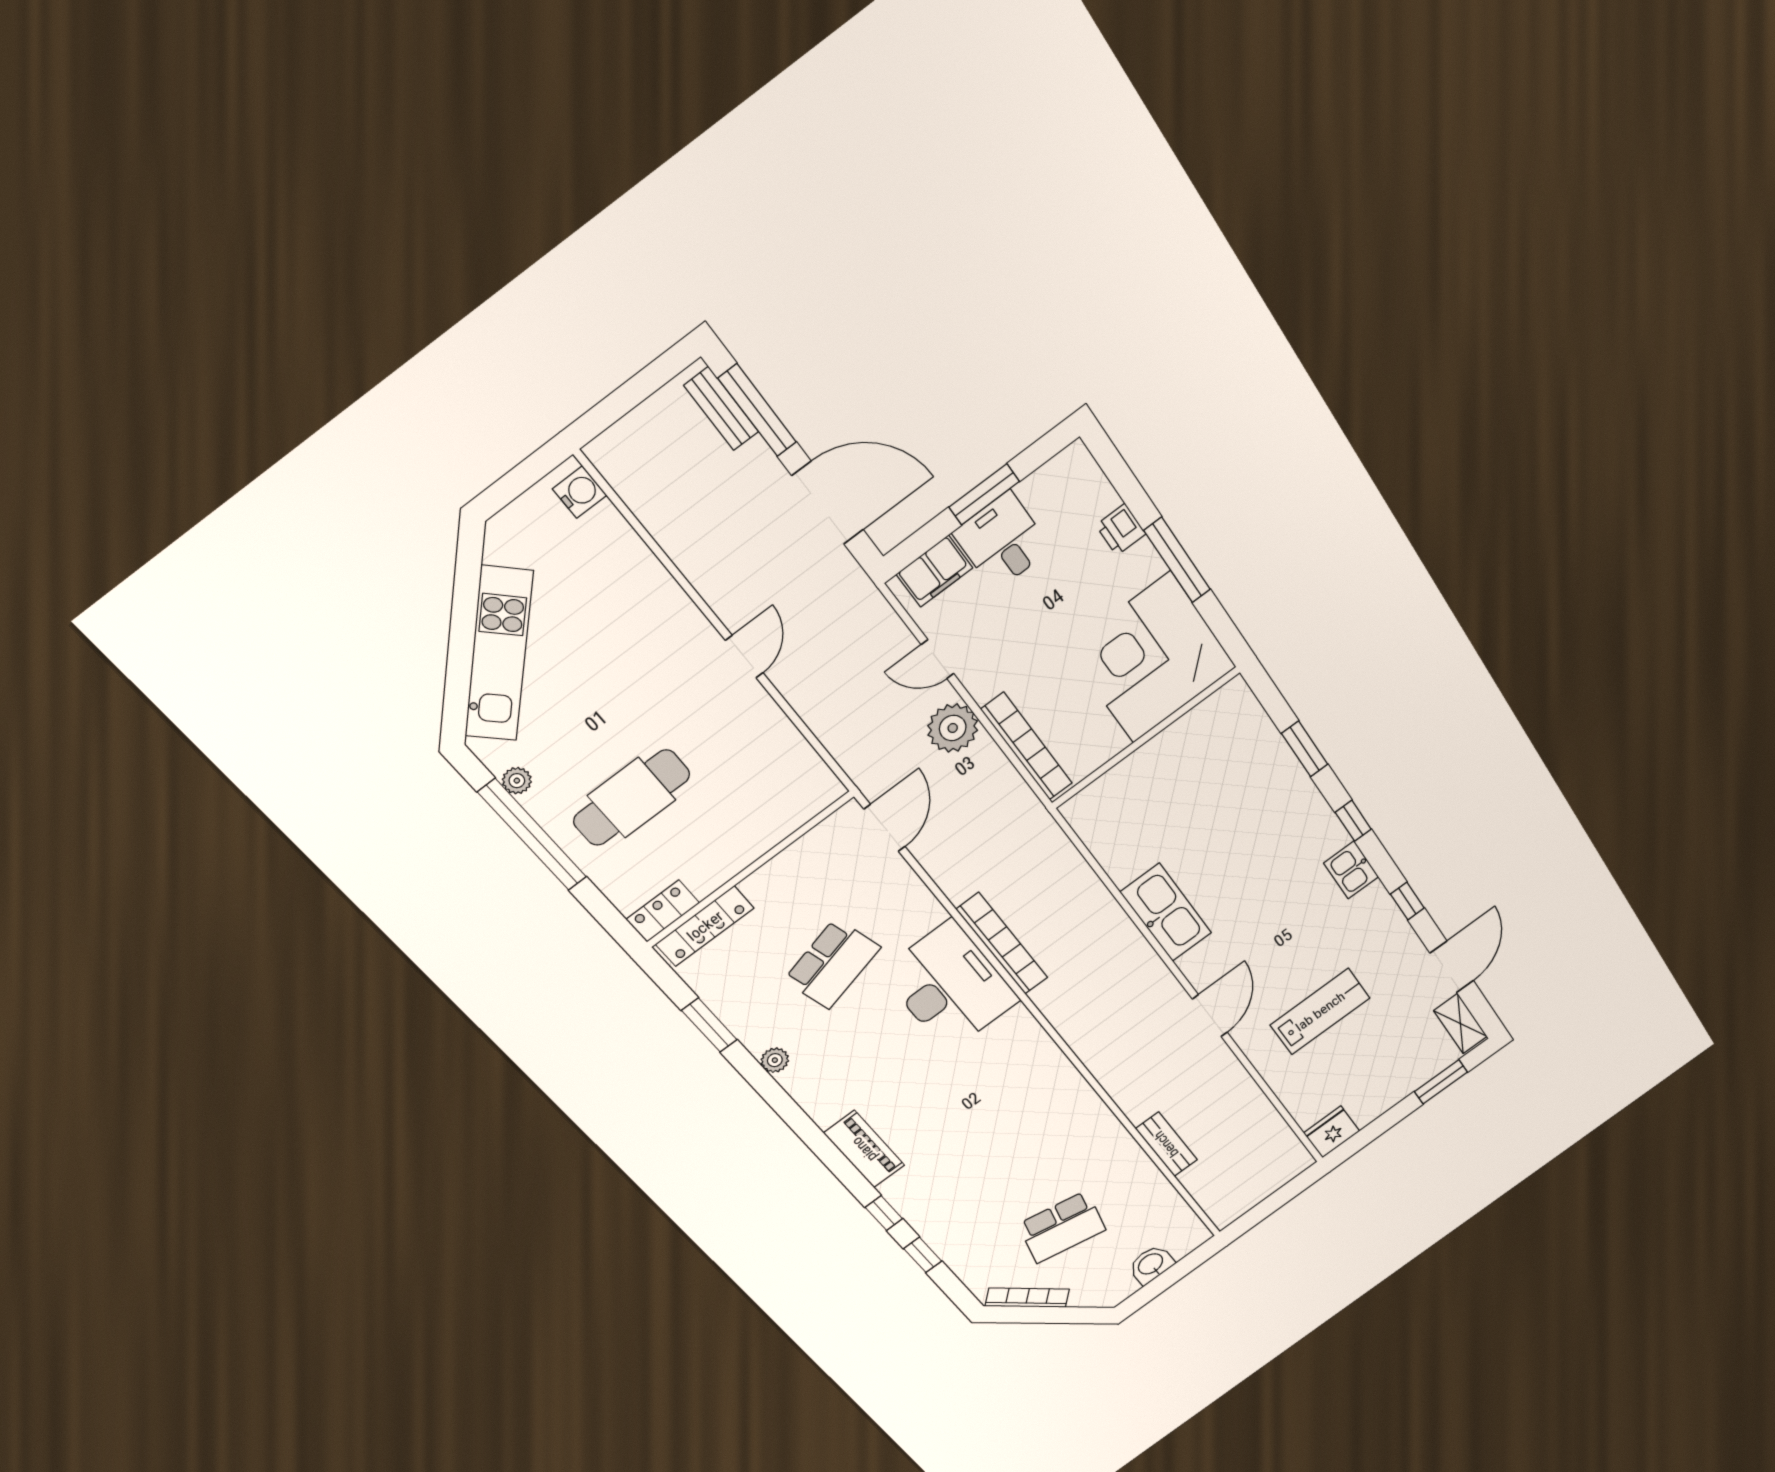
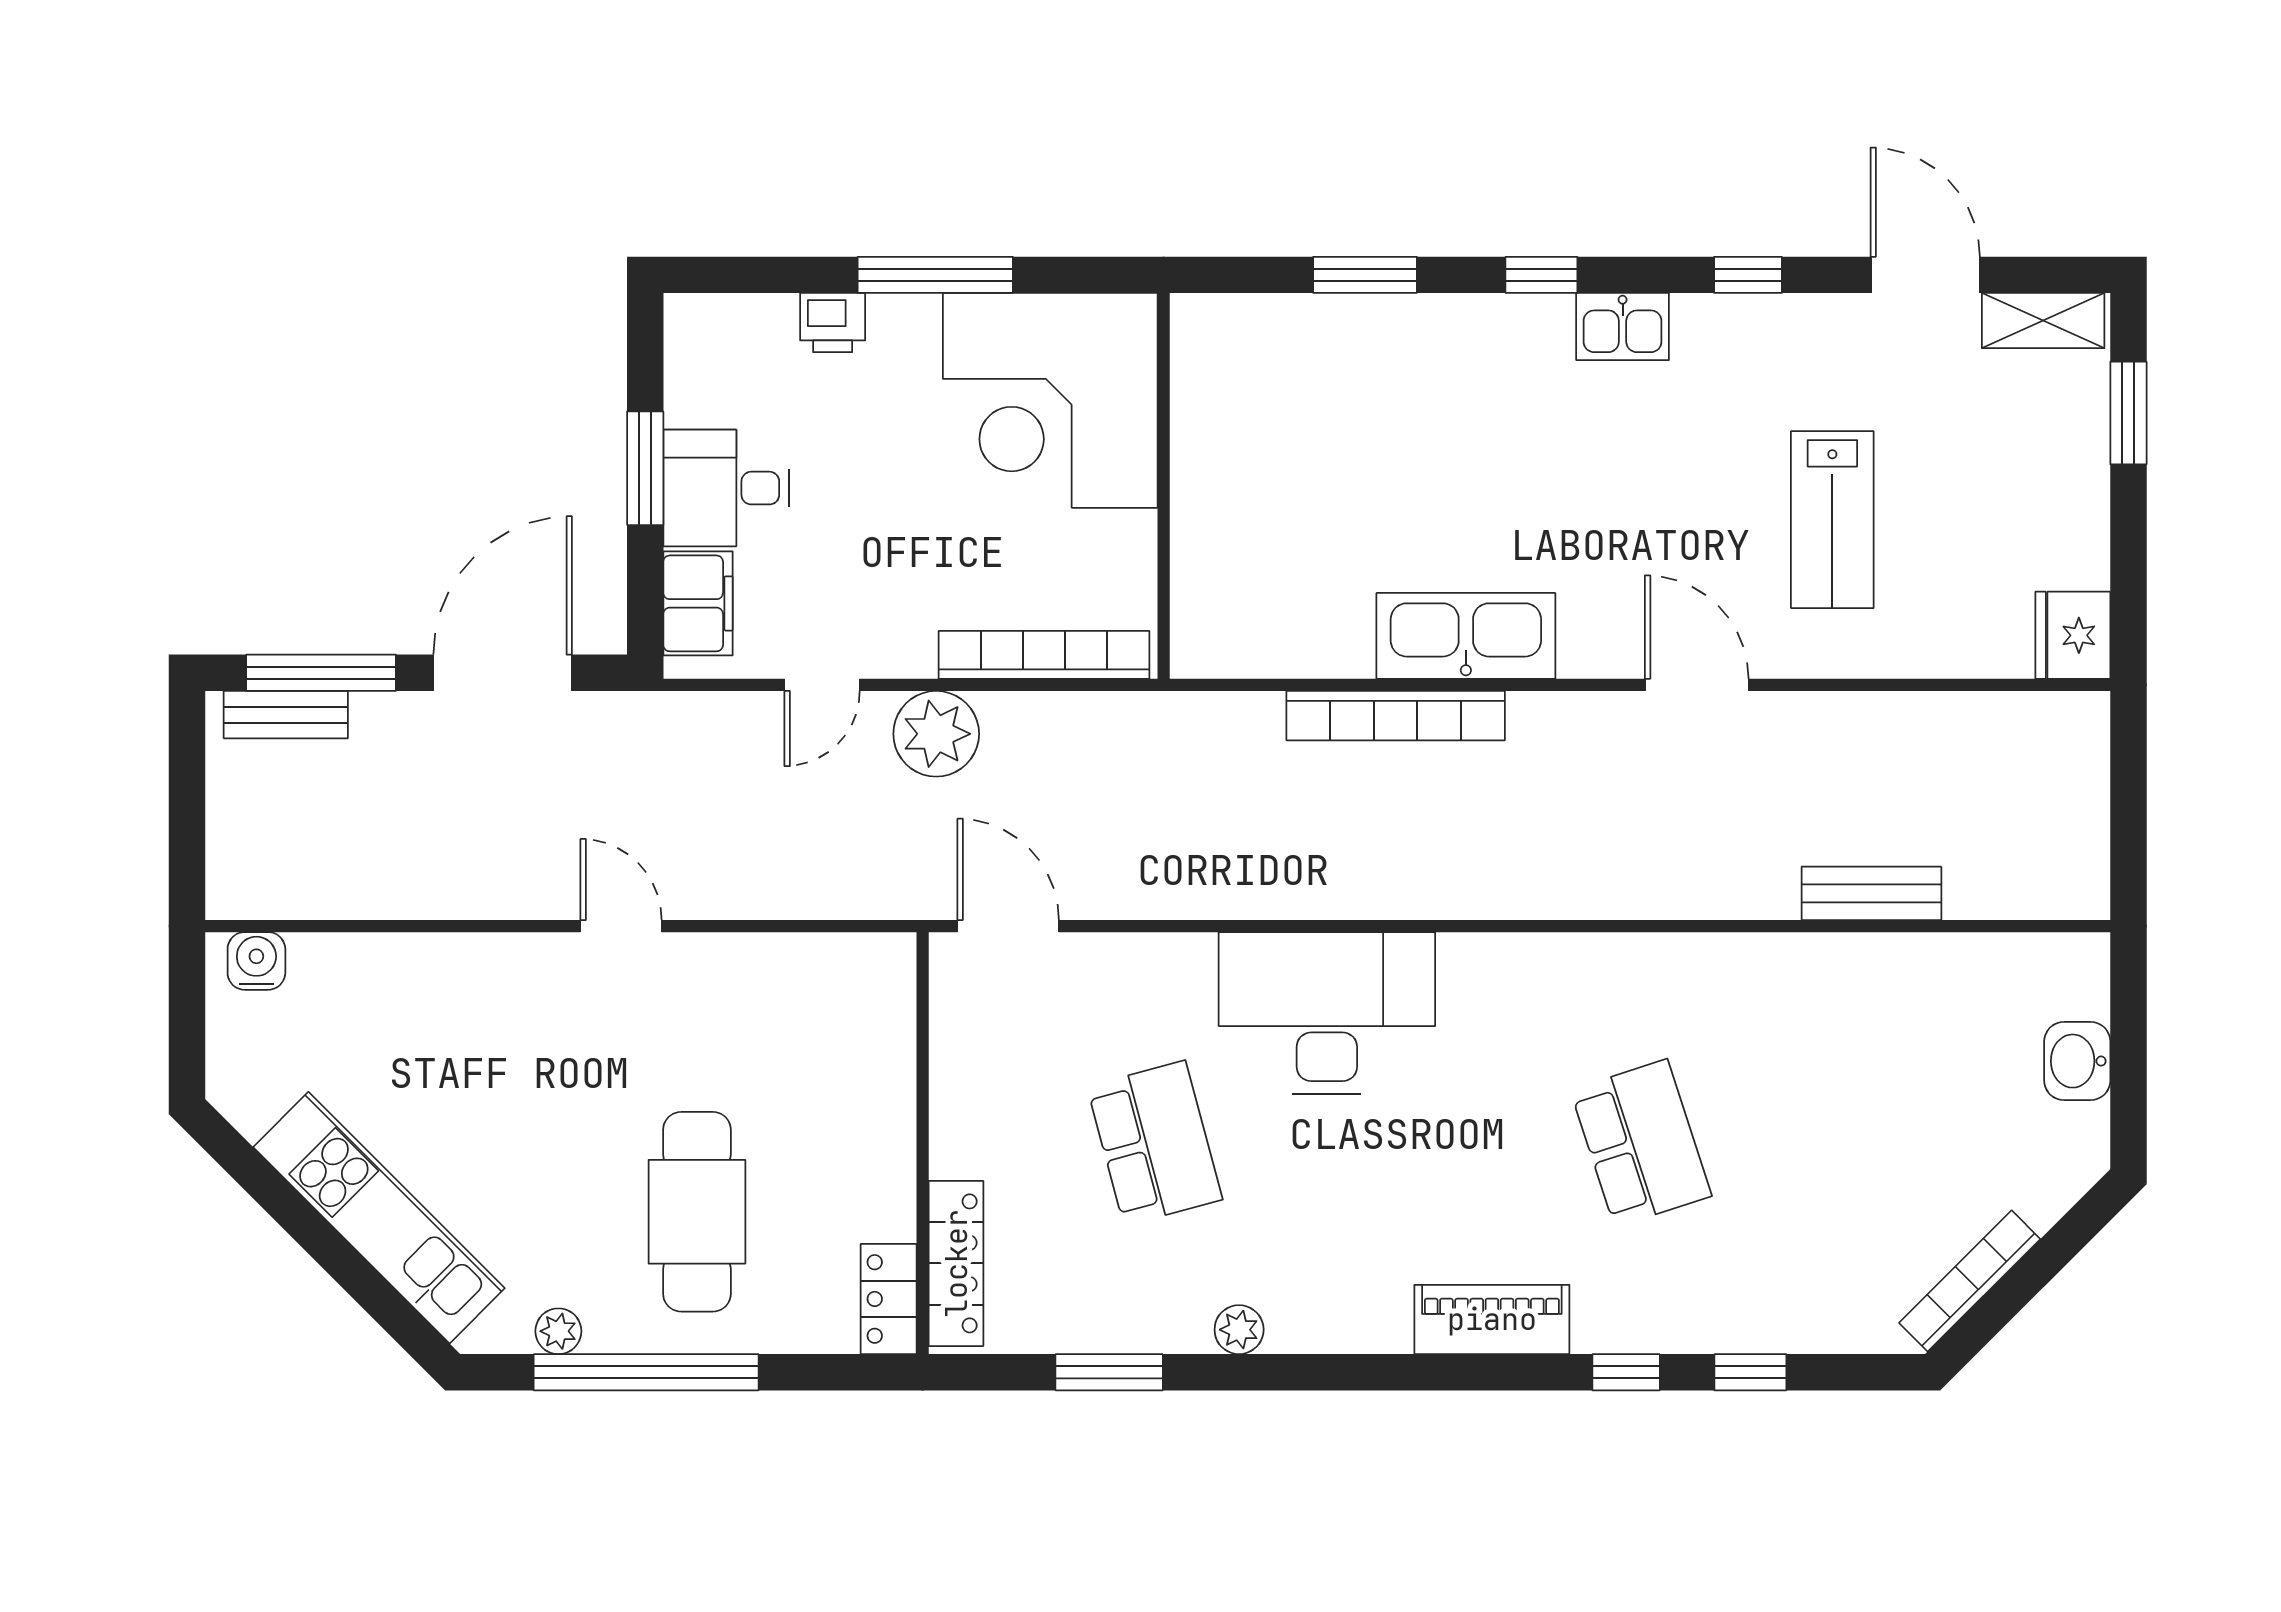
bookcase: (1002, 944) -> (1396, 716), moved, turned 180
lab bench: (1320, 1012) -> (1832, 520), turned 180
school desk: (1062, 1227) -> (1641, 1143), moved, turned -30

